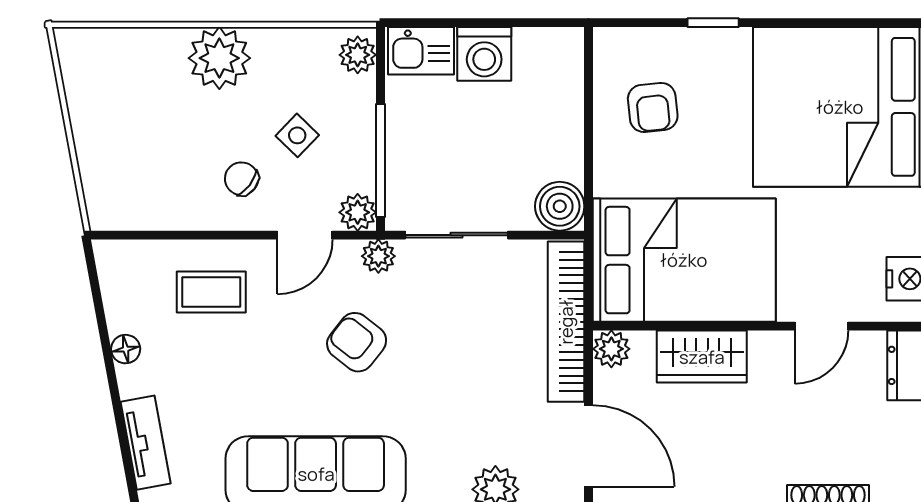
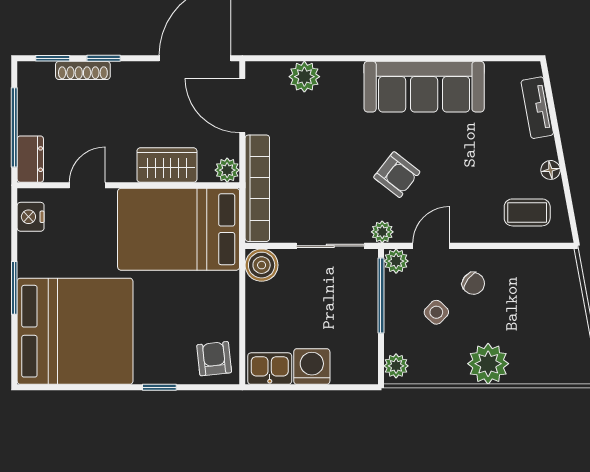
kitchen sink: (421, 51) -> (270, 369), moved
armchair: (653, 107) -> (214, 359), moved
coffee table: (211, 292) -> (527, 212), moved

